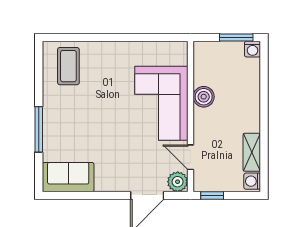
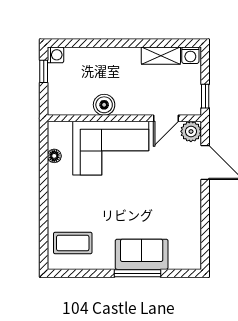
window: (236, 38) -> (44, 71), width x0.67
floor lamp: (154, 48) -> (54, 156), added
sofa: (68, 177) -> (142, 254), moved, turned 90

